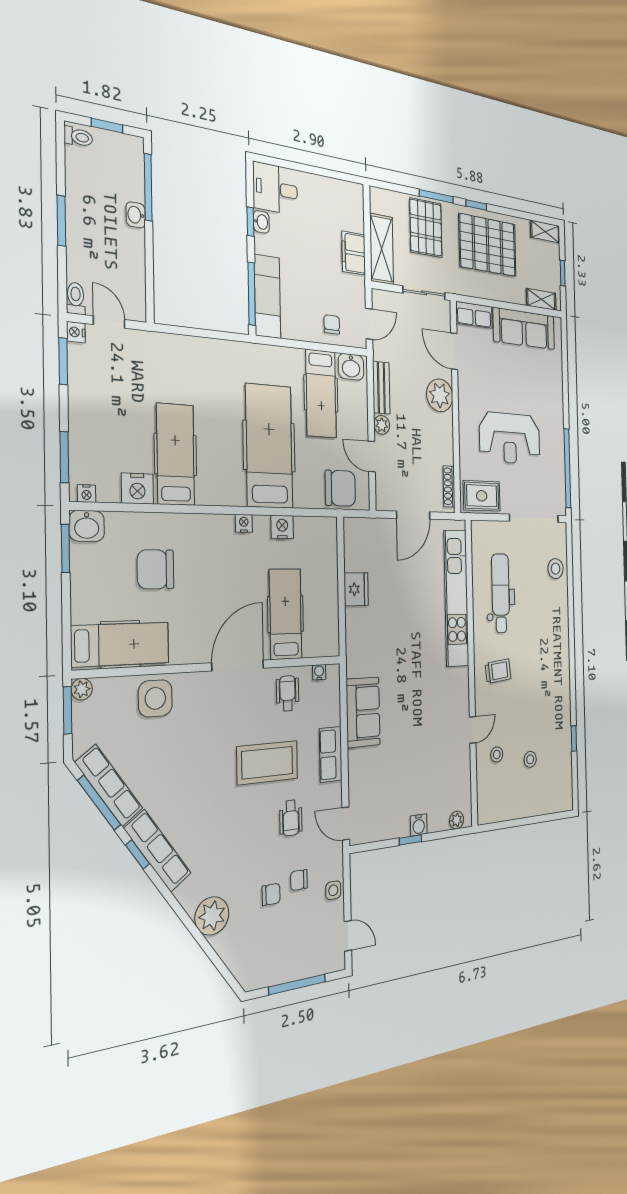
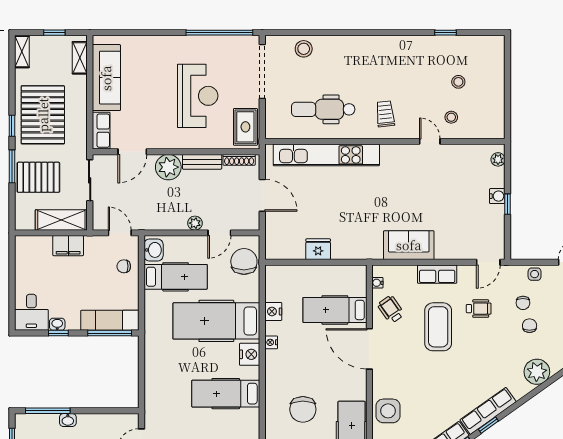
bench: (381, 388) -> (202, 162), moved
nightstand: (137, 489) -> (250, 354), moved
wheelchair: (288, 693) -> (391, 309), turned 55

